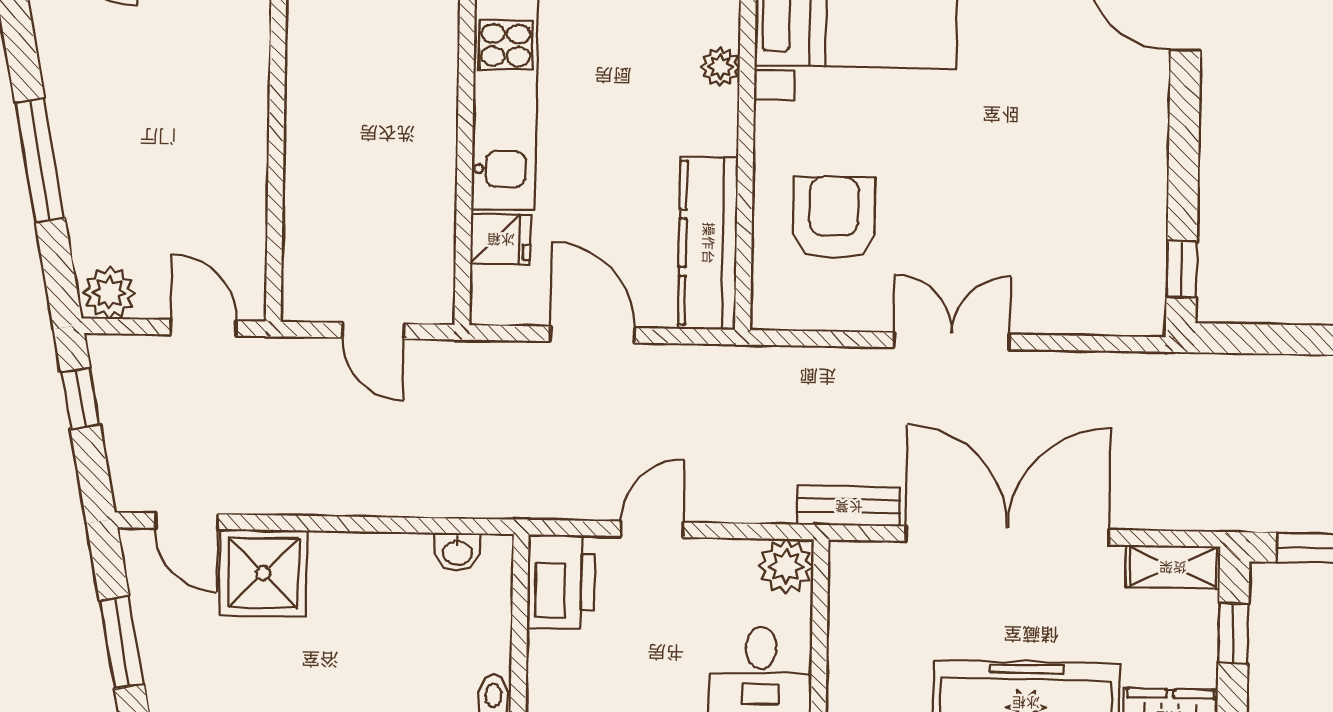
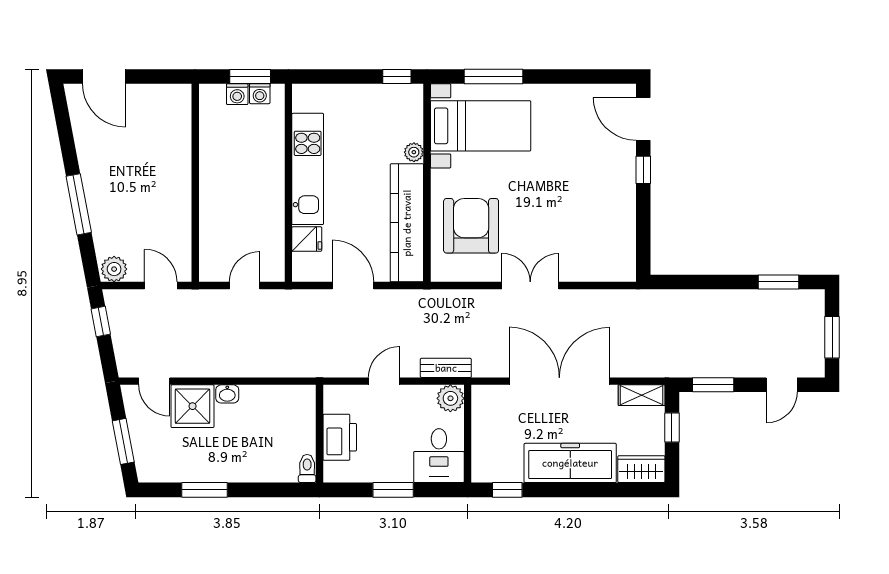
armchair: (834, 218) -> (471, 226), width x1.36, depth x1.36
kitchen counter: (708, 243) -> (407, 223), width x1.39, depth x1.17
window: (1182, 269) -> (643, 170), moved
door: (373, 331) -> (245, 286), swing flipped
bench: (849, 506) -> (446, 368), moved
washbasin: (457, 552) -> (227, 394), moved
printer: (561, 582) -> (340, 437), moved

